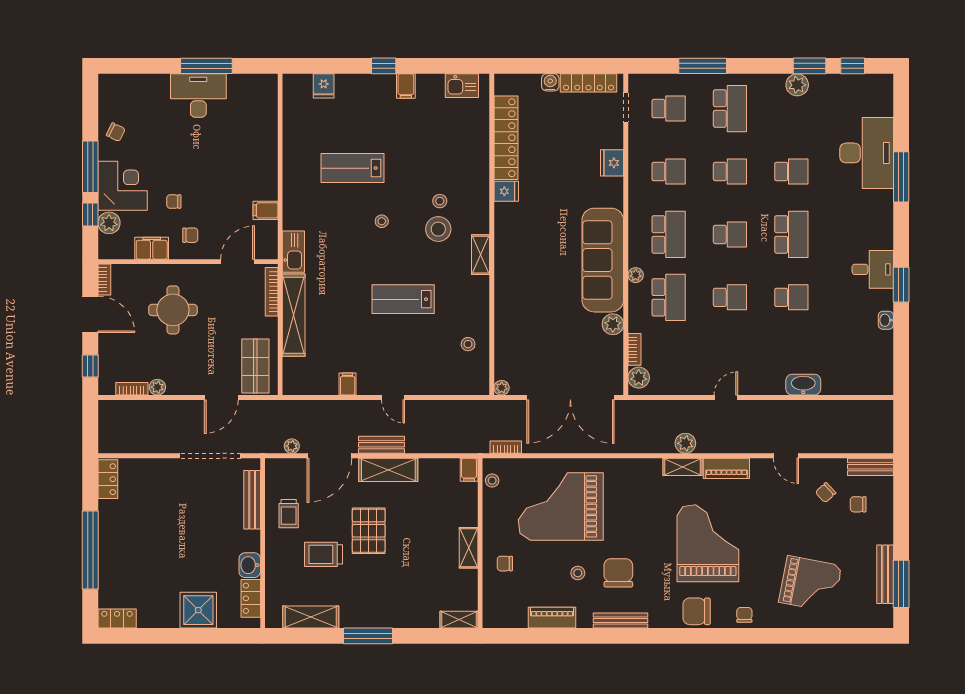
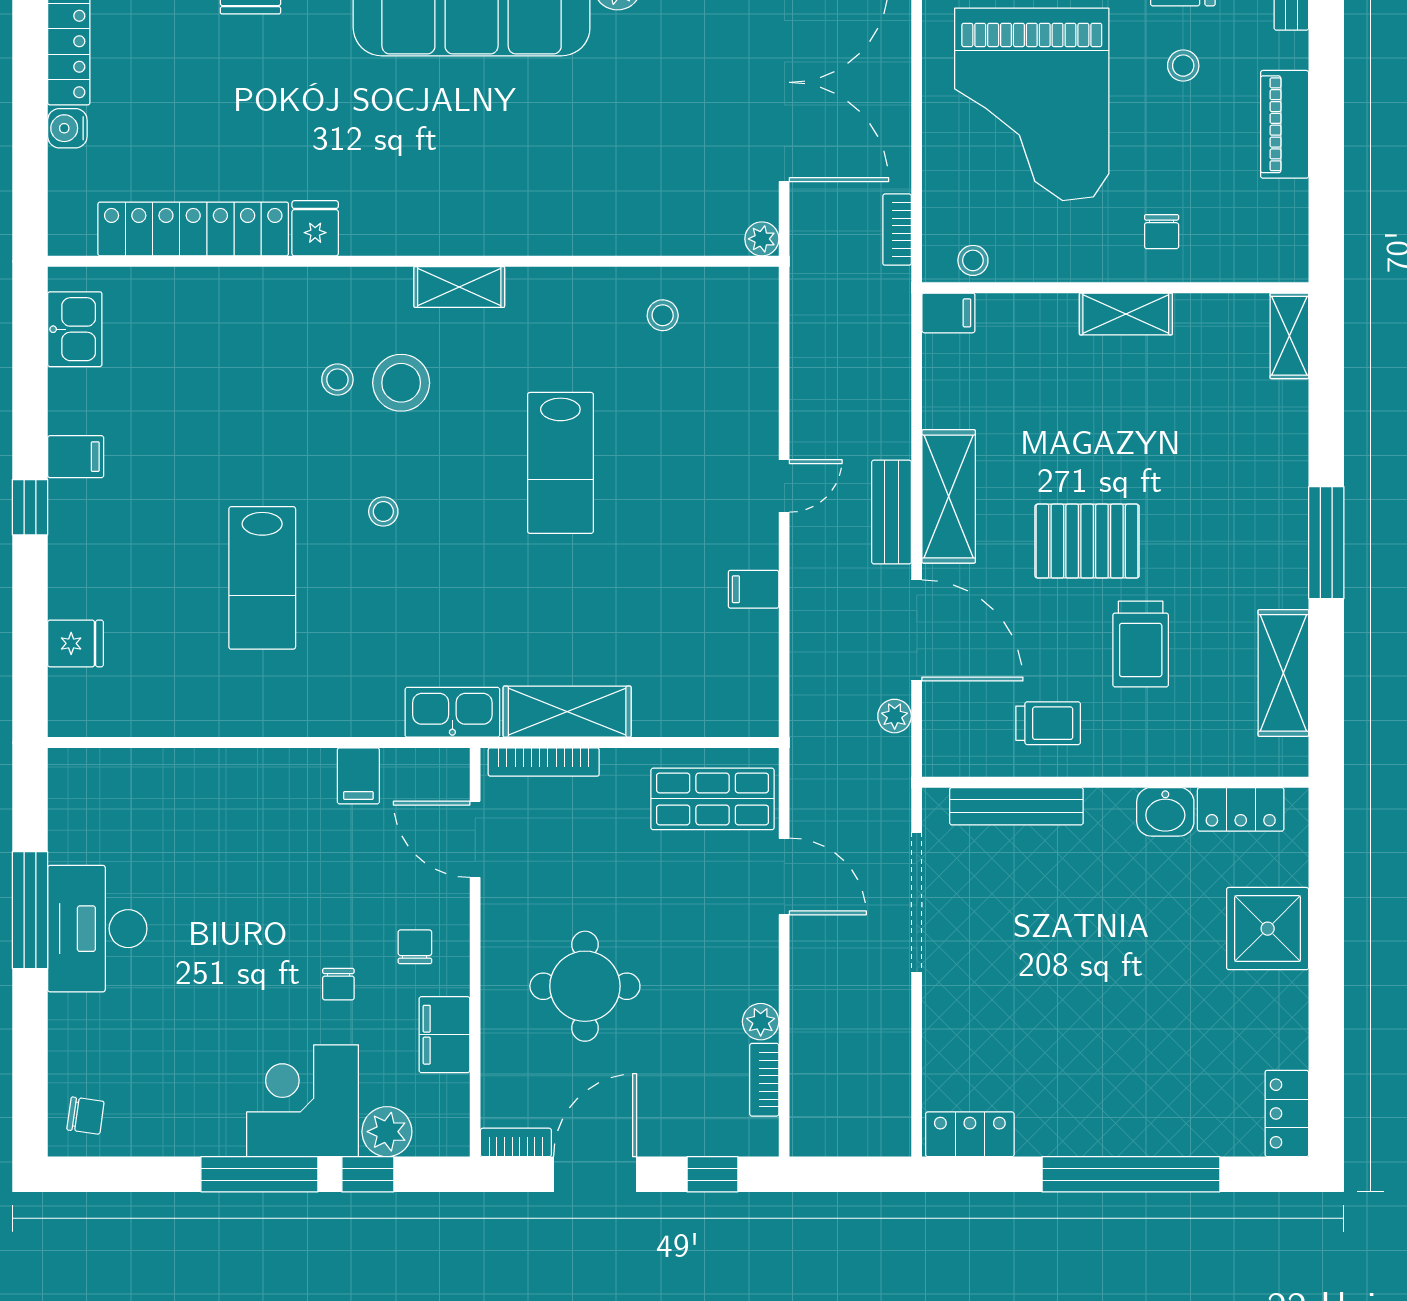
chair: (116, 132) -> (85, 1116), moved, turned 72
shelving: (294, 315) -> (567, 712), width x0.68

